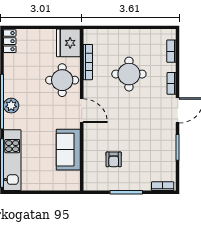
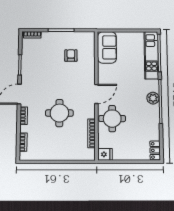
fridge: (68, 43) -> (105, 154), width x0.53, depth x0.75
round table: (129, 74) -> (59, 113), moved
door: (82, 111) -> (96, 94), swing flipped
sofa: (68, 150) -> (107, 47), moved

